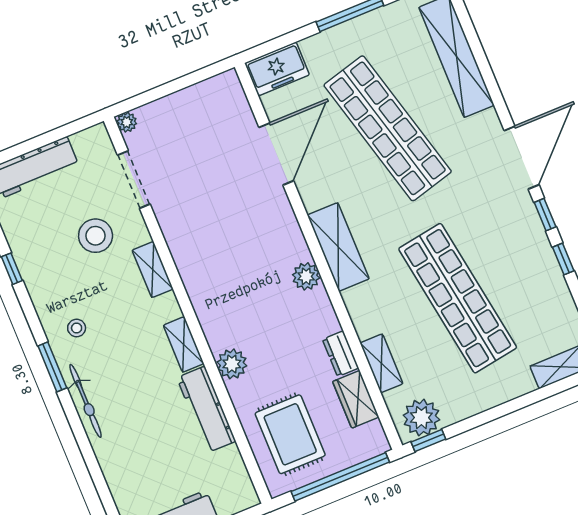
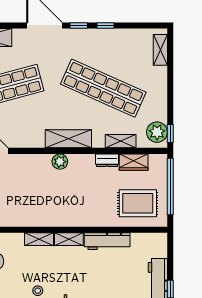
shelving: (338, 247) -> (68, 139), moved
shelving: (153, 270) -> (39, 239), moved
shop shelf: (458, 298) -> (103, 88), turned 33
plant: (232, 364) -> (89, 218), removed

